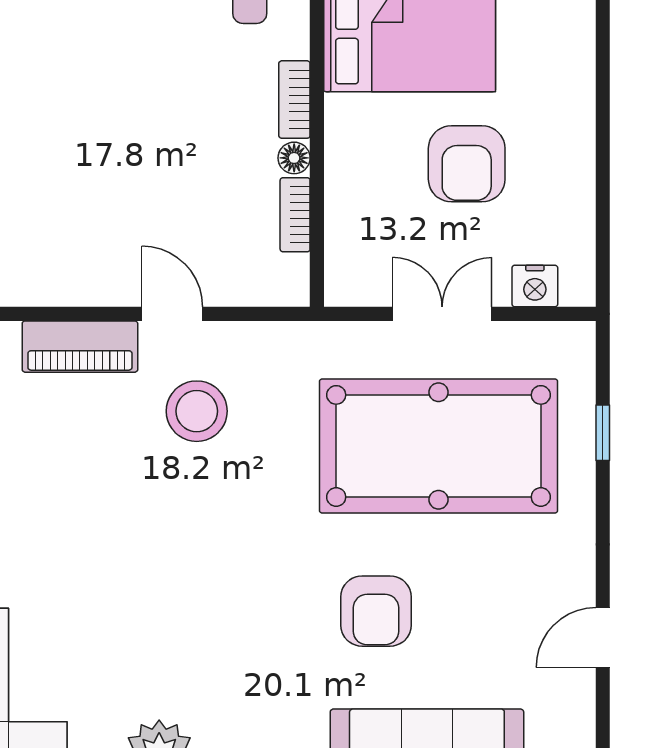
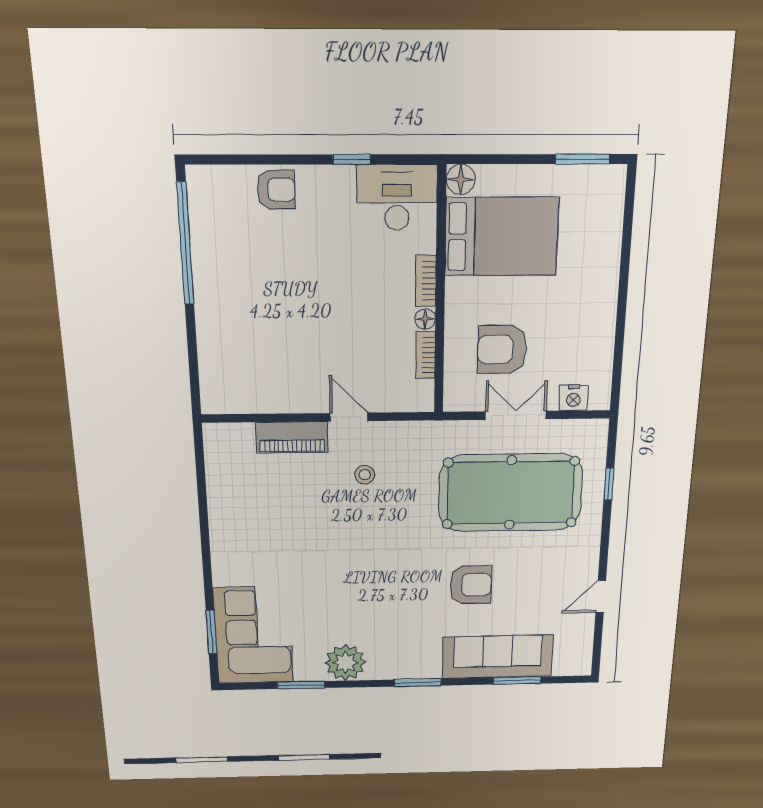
armchair: (467, 164) -> (502, 349), moved, turned 90
stool: (197, 411) -> (365, 475), width x0.53, depth x0.53
armchair: (376, 611) -> (471, 585), turned -90

